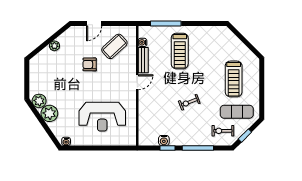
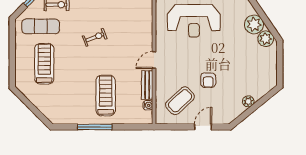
window: (166, 23) -> (95, 127), moved
armchair: (90, 64) -> (208, 80), turned 90
reception desk: (102, 117) -> (194, 21), turned 180

